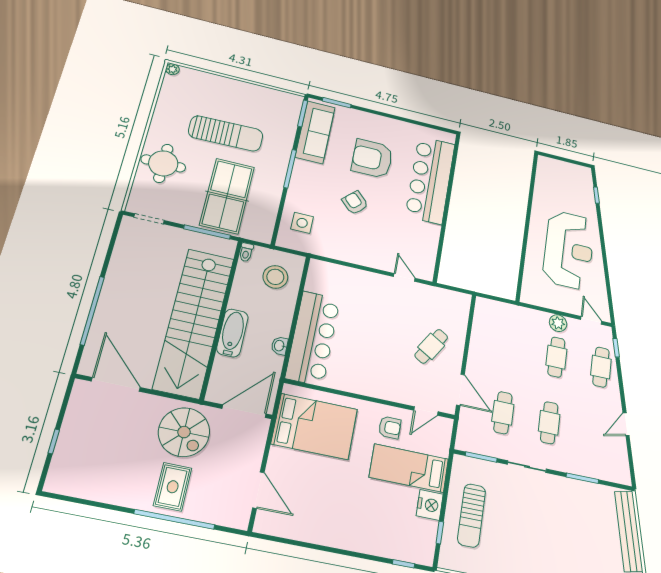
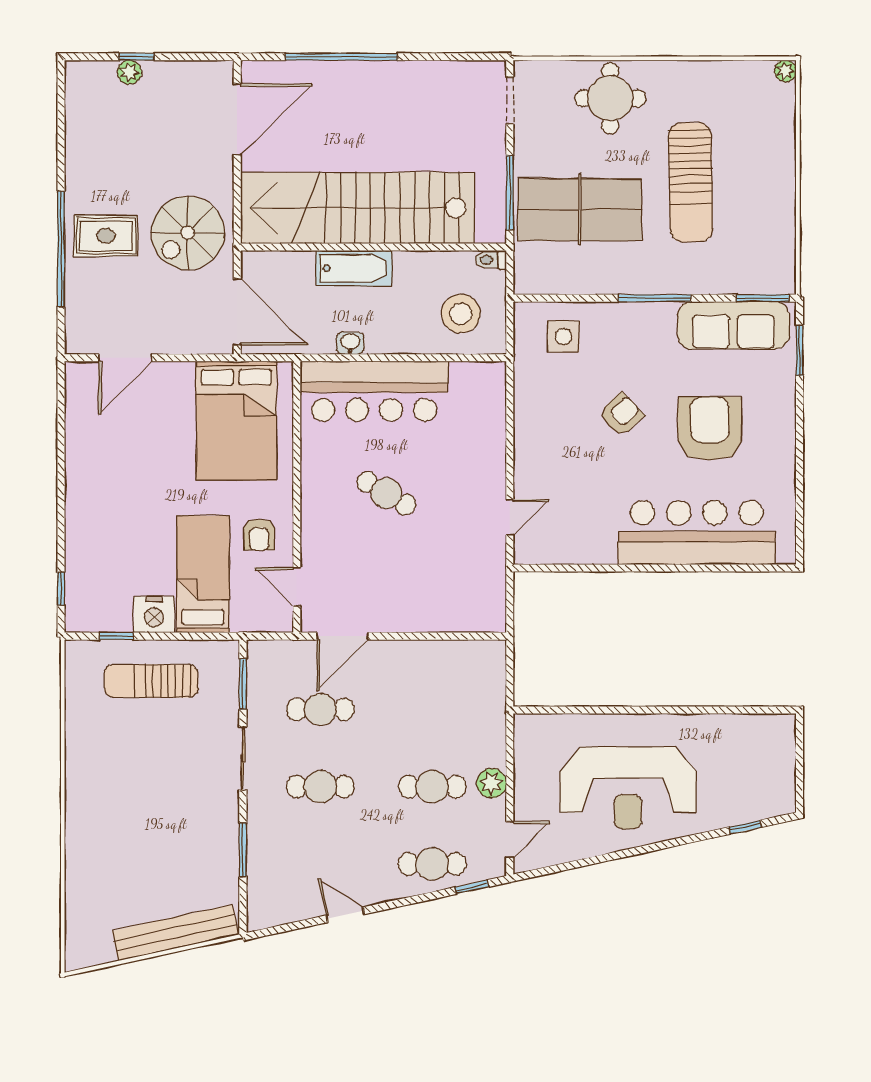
cafe table: (431, 346) -> (386, 493), moved
plant: (63, 448) -> (129, 72), added

